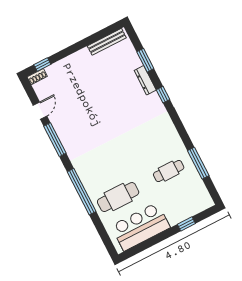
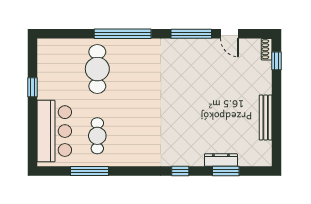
bench: (107, 42) -> (266, 117), moved
dresser: (145, 80) -> (221, 160), moved
window: (186, 224) -> (32, 87), moved
bar counter: (141, 227) -> (54, 131), moved

